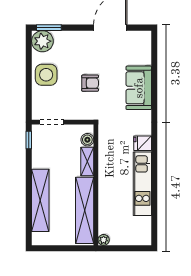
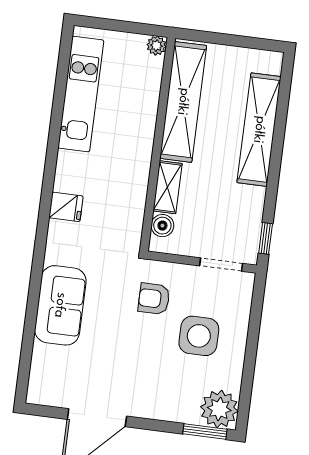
side table: (46, 75) -> (199, 336), moved
armchair: (90, 83) -> (154, 299), moved
kitchen unit: (142, 184) -> (81, 94), moved

